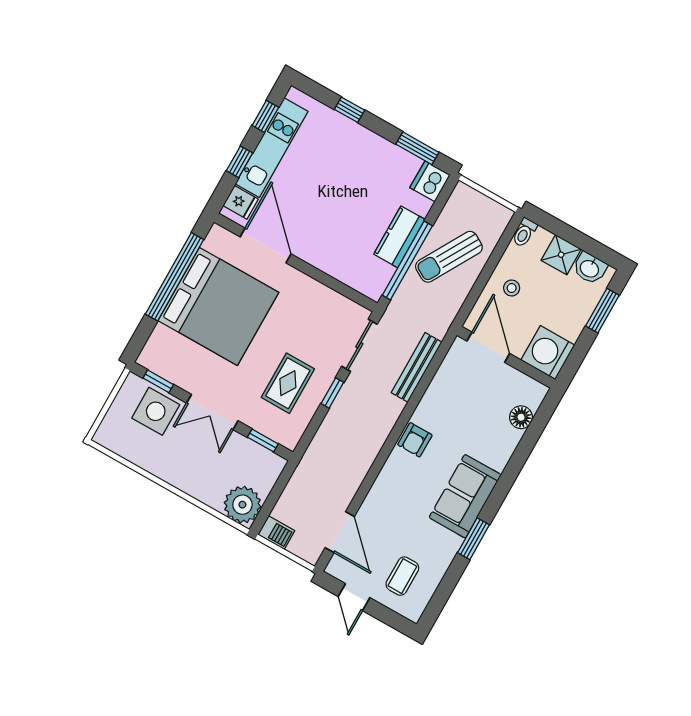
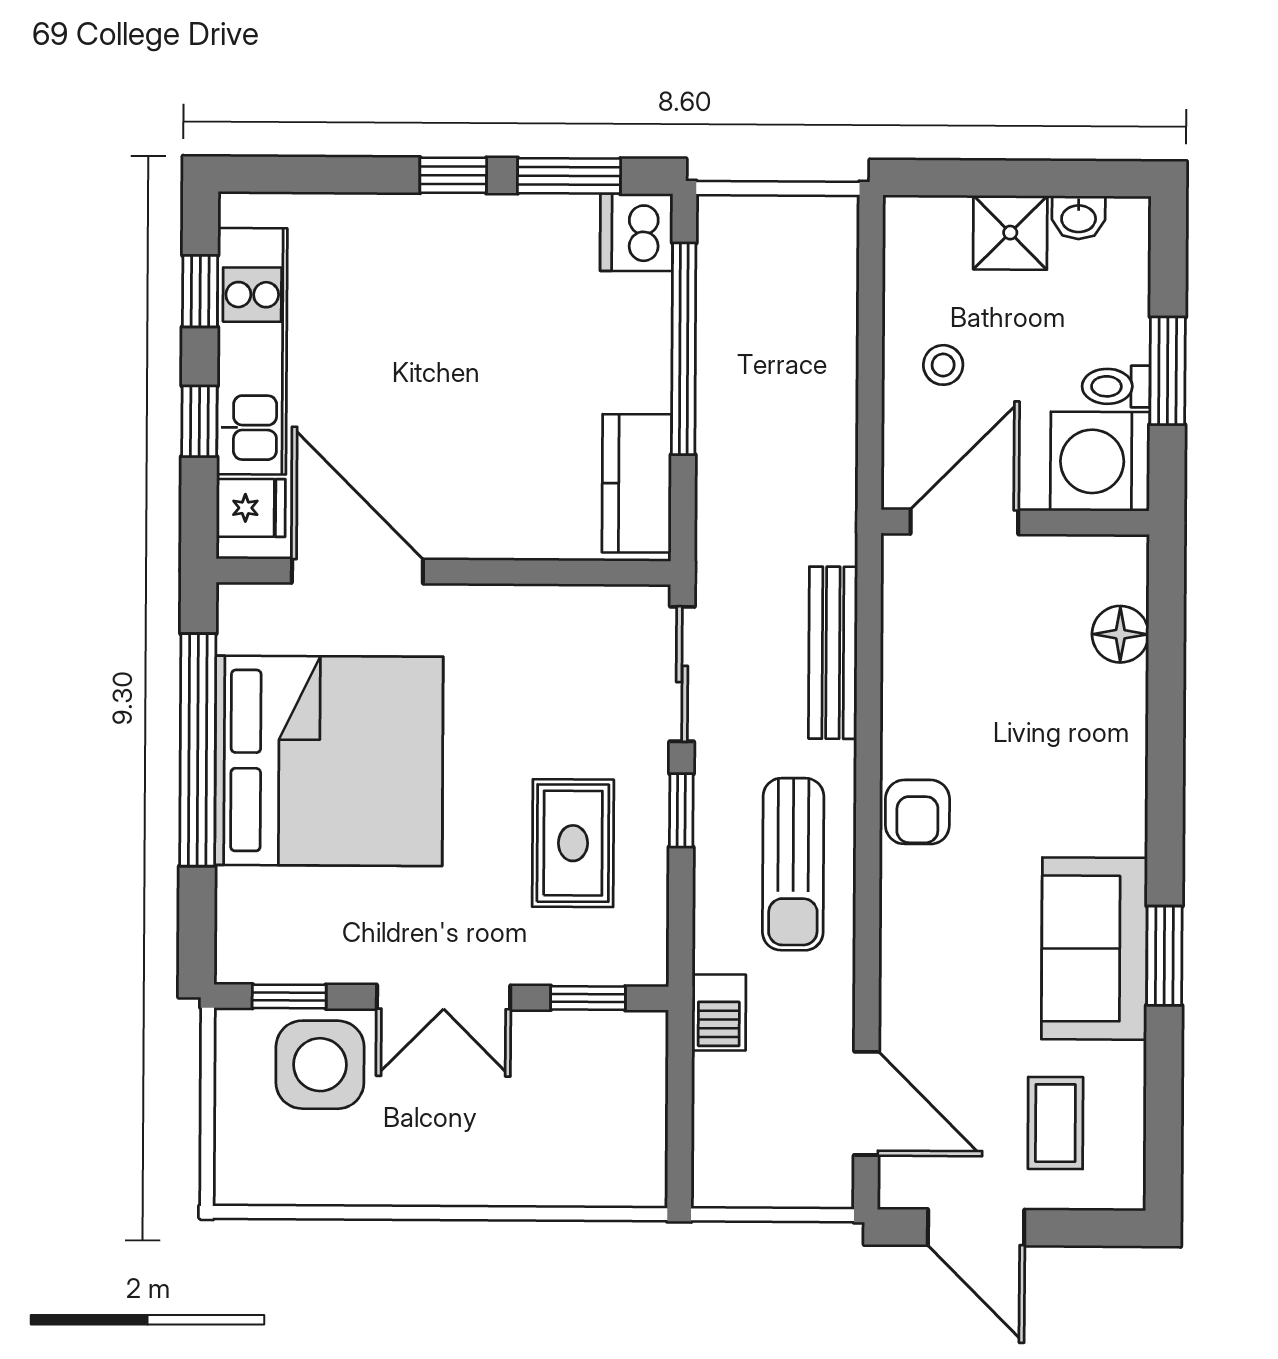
window: (349, 110) -> (453, 175), moved
toilet: (524, 232) -> (1116, 386), moved, turned 90
kitchen counter: (399, 237) -> (637, 483), moved
sun lounger: (449, 257) -> (793, 864), moved, turned -30
window: (407, 261) -> (684, 349), moved
washbasin: (590, 268) -> (1079, 217), width x0.72, depth x0.69
window: (602, 311) -> (1168, 371), moved
door: (488, 347) -> (964, 522), hinge flipped
sofa: (465, 496) -> (1094, 949), moved
plant: (242, 505) -> (622, 1162), removed
barbecue: (276, 533) -> (719, 1012), moved, turned 90
door: (354, 597) -> (976, 1227), width x1.38

